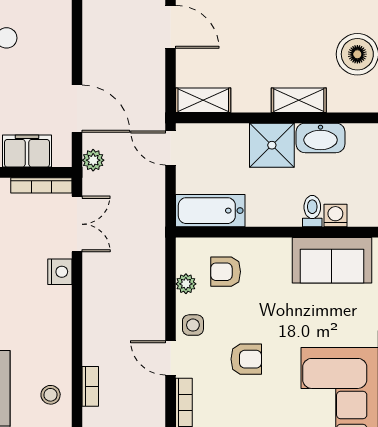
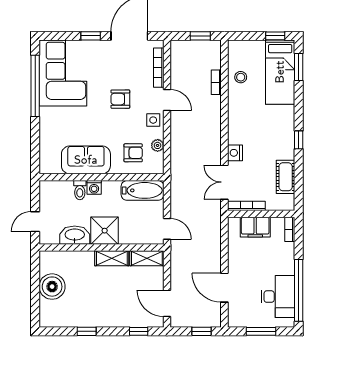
shelving: (299, 100) -> (112, 258), moved
door: (77, 109) -> (224, 288), moved
plant: (93, 160) -> (214, 221), removed
washing machine: (335, 216) -> (94, 187), moved
sofa: (332, 260) -> (86, 160), moved

